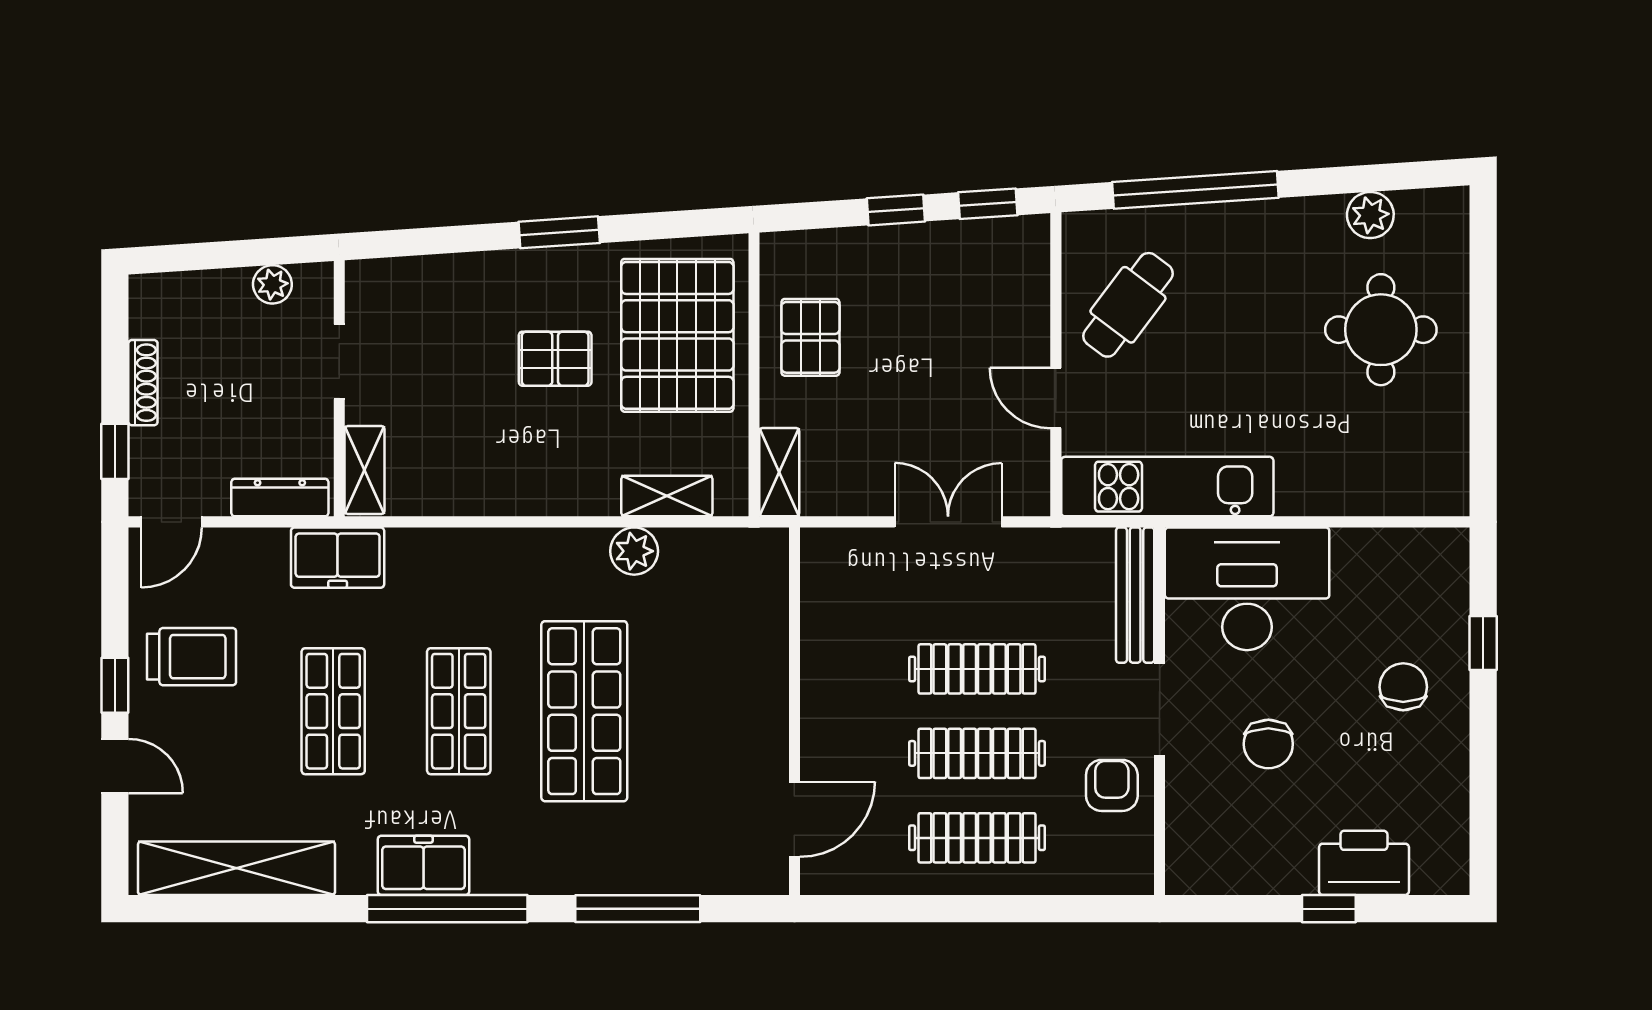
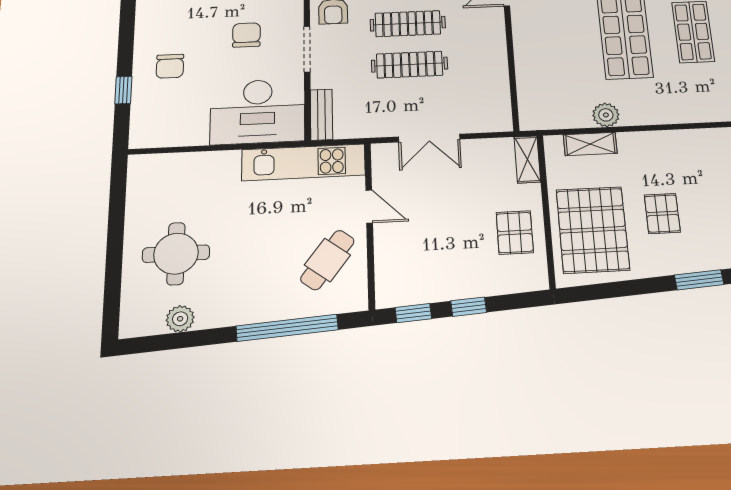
window: (559, 232) -> (699, 280), moved
pallet: (555, 359) -> (662, 214), turned 90
bench: (1135, 595) -> (322, 115), width x0.73

